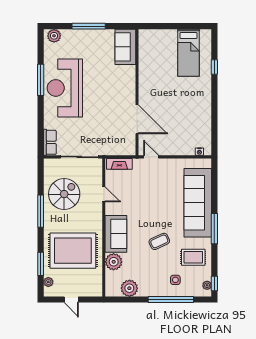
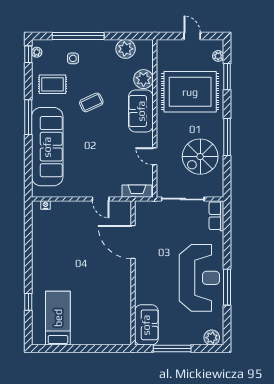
sofa: (125, 47) -> (146, 325), moved
wall: (137, 92) -> (133, 273), moved
door: (137, 119) -> (133, 242), moved

